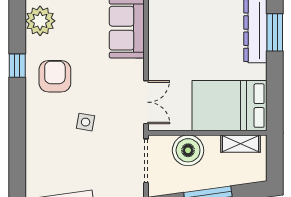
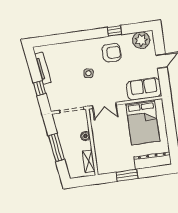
window: (275, 32) -> (127, 175), moved
bed: (230, 106) -> (143, 122), moved, turned 180
boiler: (188, 150) -> (85, 136), width x0.54, depth x0.54

